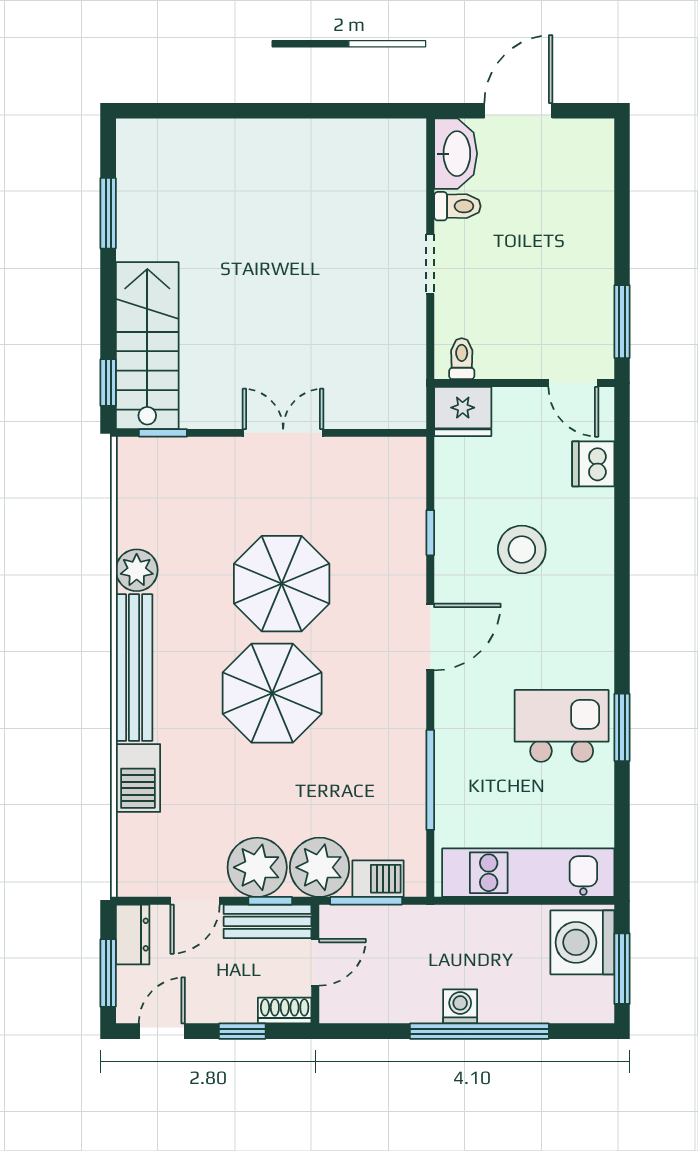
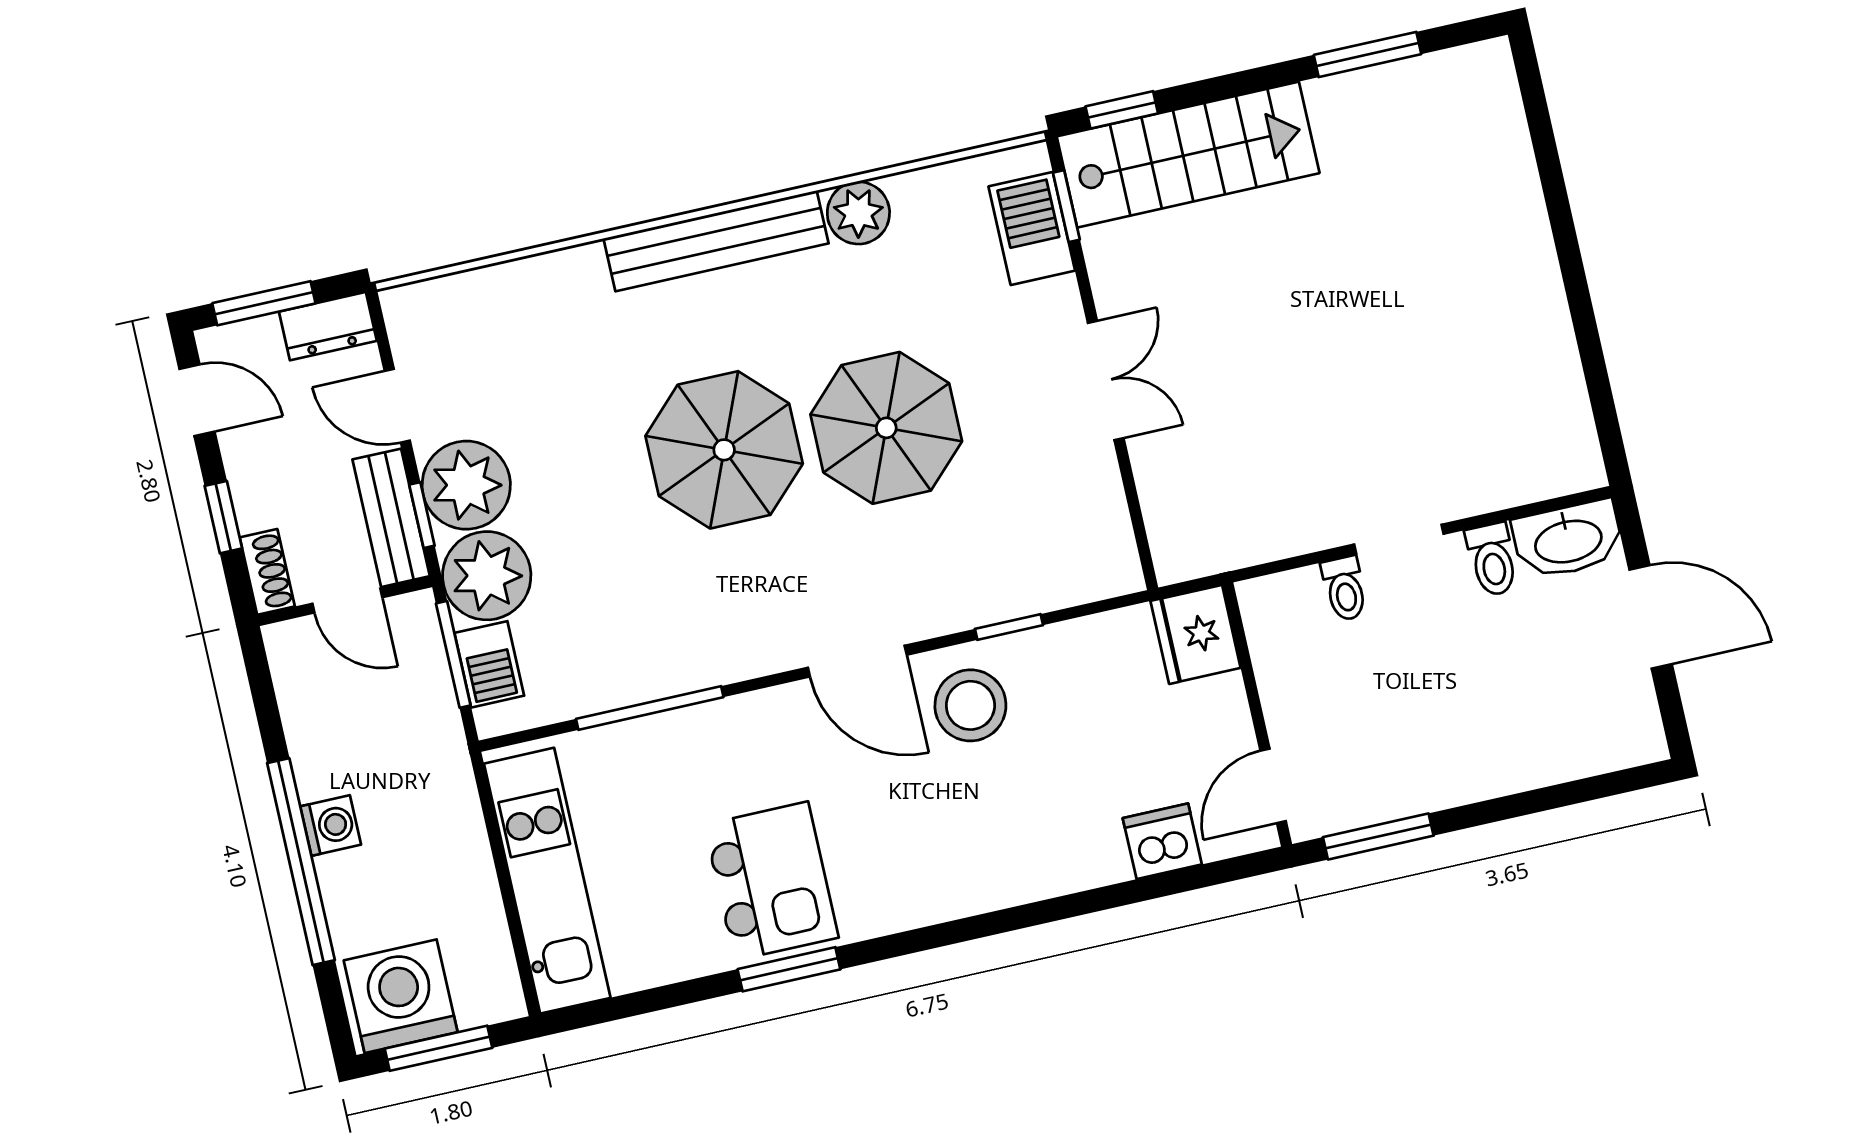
toilet: (462, 359) -> (1345, 589), moved, turned 90
stool: (522, 549) -> (970, 705), moved
barbecue: (138, 778) -> (1032, 228), moved, turned 90
washing machine: (582, 942) -> (401, 996), moved

